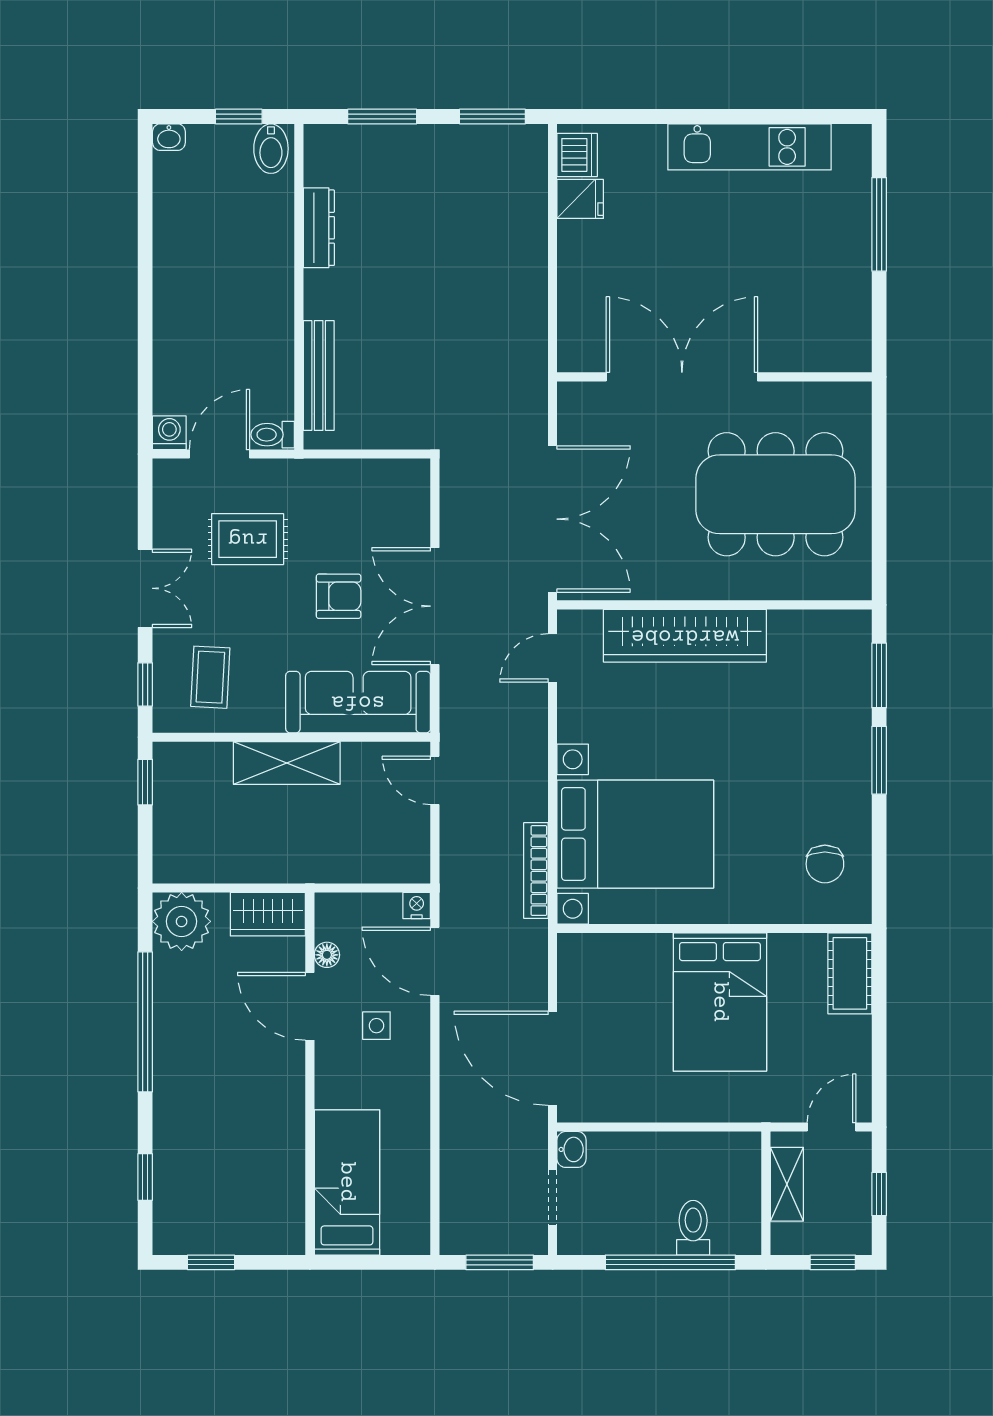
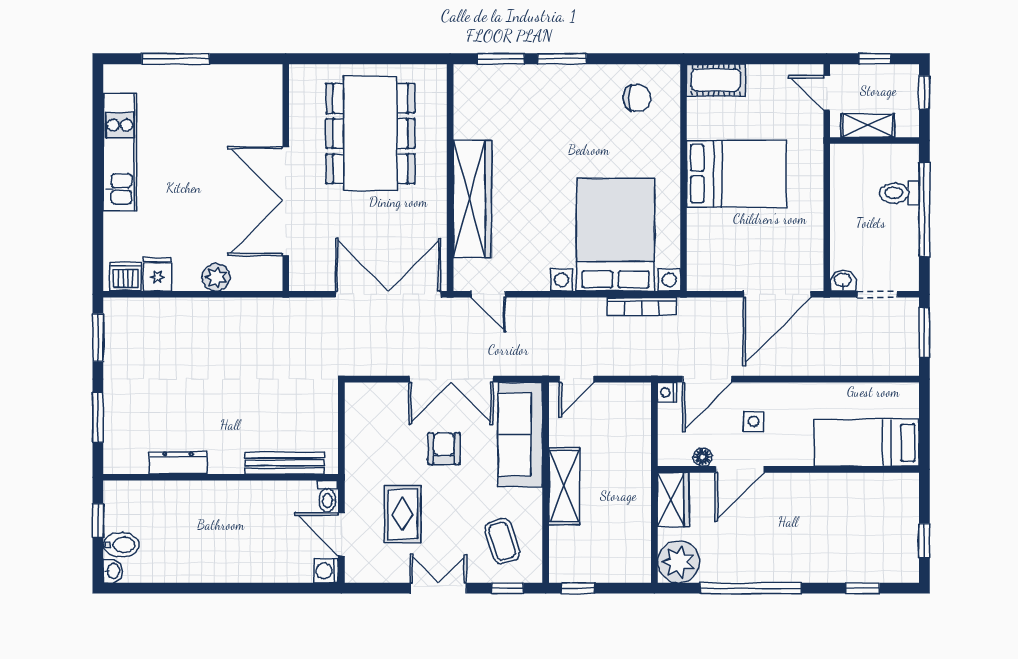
bidet: (271, 149) -> (121, 545), moved
plant: (576, 280) -> (216, 277), added
coffee table: (210, 677) -> (502, 541), turned 69

